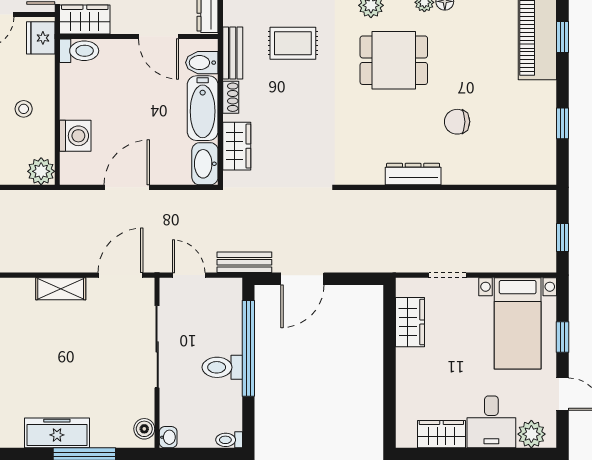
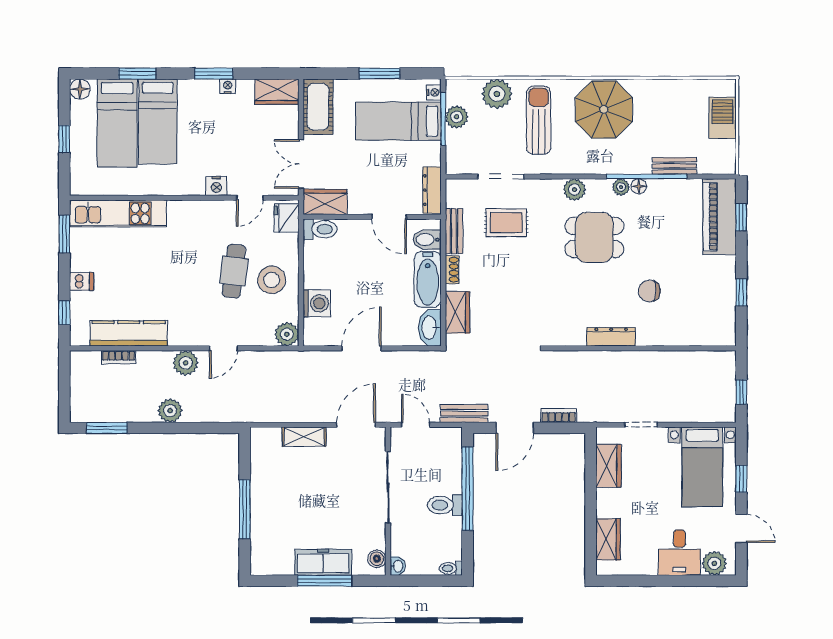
stool: (24, 109) -> (272, 280), width x1.89, depth x1.89
bookcase: (353, 264) -> (559, 415), added
freezer: (57, 433) -> (323, 562), moved
wardrobe: (441, 434) -> (608, 539), moved, turned 90

